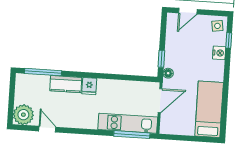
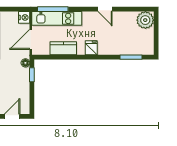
window: (43, 72) -> (131, 57), width x0.69
kitchen counter: (66, 84) -> (63, 48), moved
nightstand: (166, 127) -> (24, 17), added
door: (47, 129) -> (105, 9), moved

